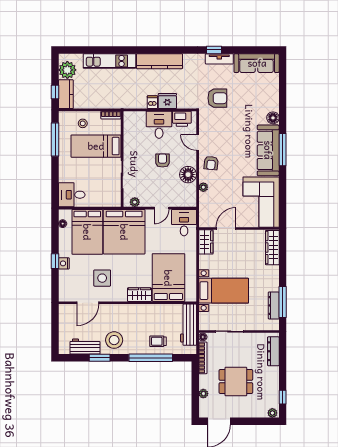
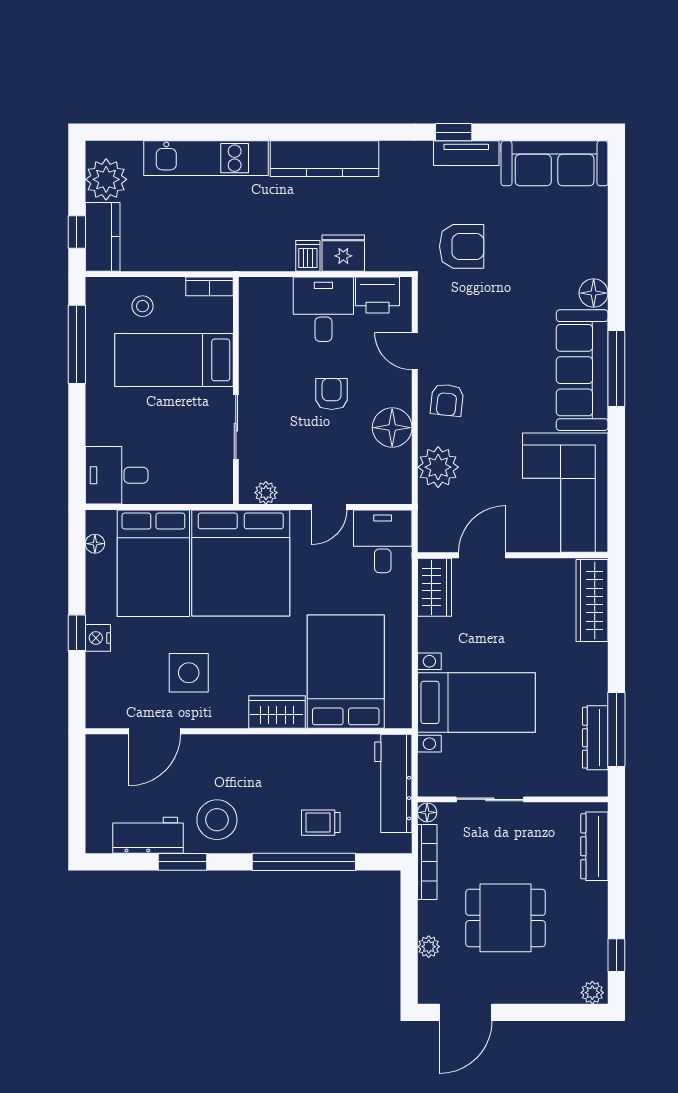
plant: (203, 187) -> (438, 467), width x1.88, depth x1.88

